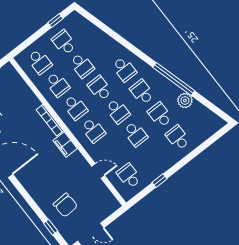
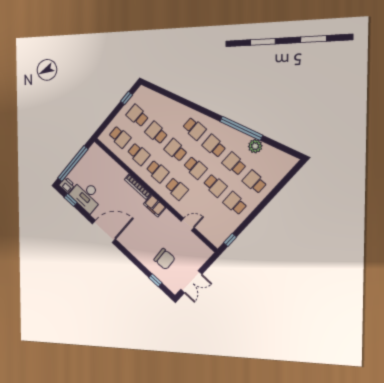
school desk: (82, 65) -> (156, 133), turned 180
school desk: (129, 176) -> (235, 203), moved
window: (160, 181) -> (230, 240), moved

